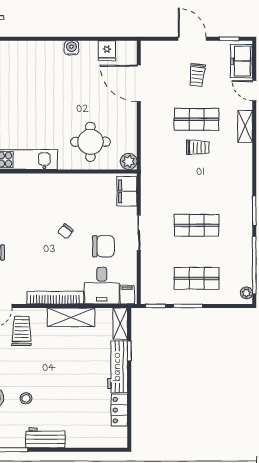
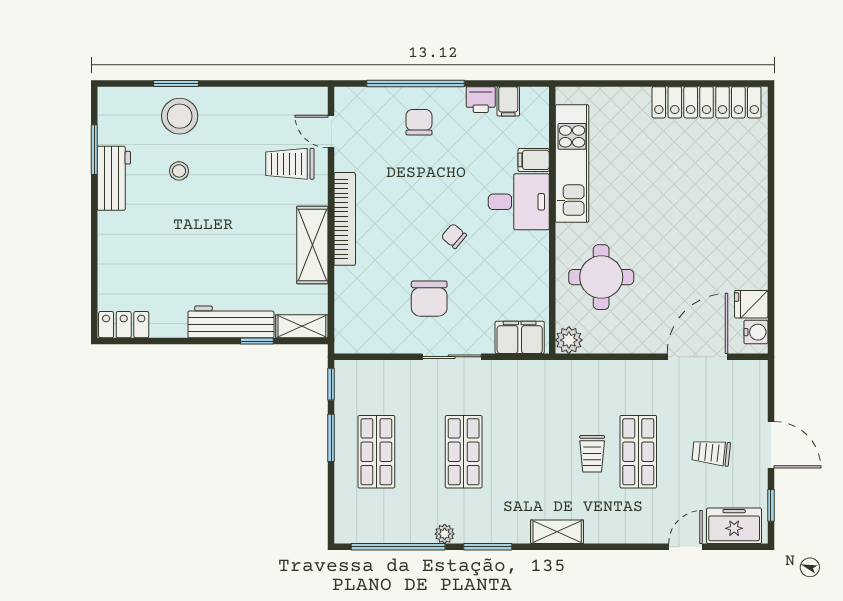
door: (192, 39) -> (771, 445), hinge flipped
water cooler: (71, 48) -> (756, 332), moved
shelving: (245, 126) -> (557, 532), moved
desk: (102, 286) -> (519, 202), moved, turned 180
plant: (246, 293) -> (445, 534), moved
filing cabinet: (127, 295) -> (534, 160), moved, turned 180
trolley: (22, 331) -> (290, 164), turned 180
locker: (119, 410) -> (124, 325), moved
workbench: (45, 438) -> (114, 178), moved

